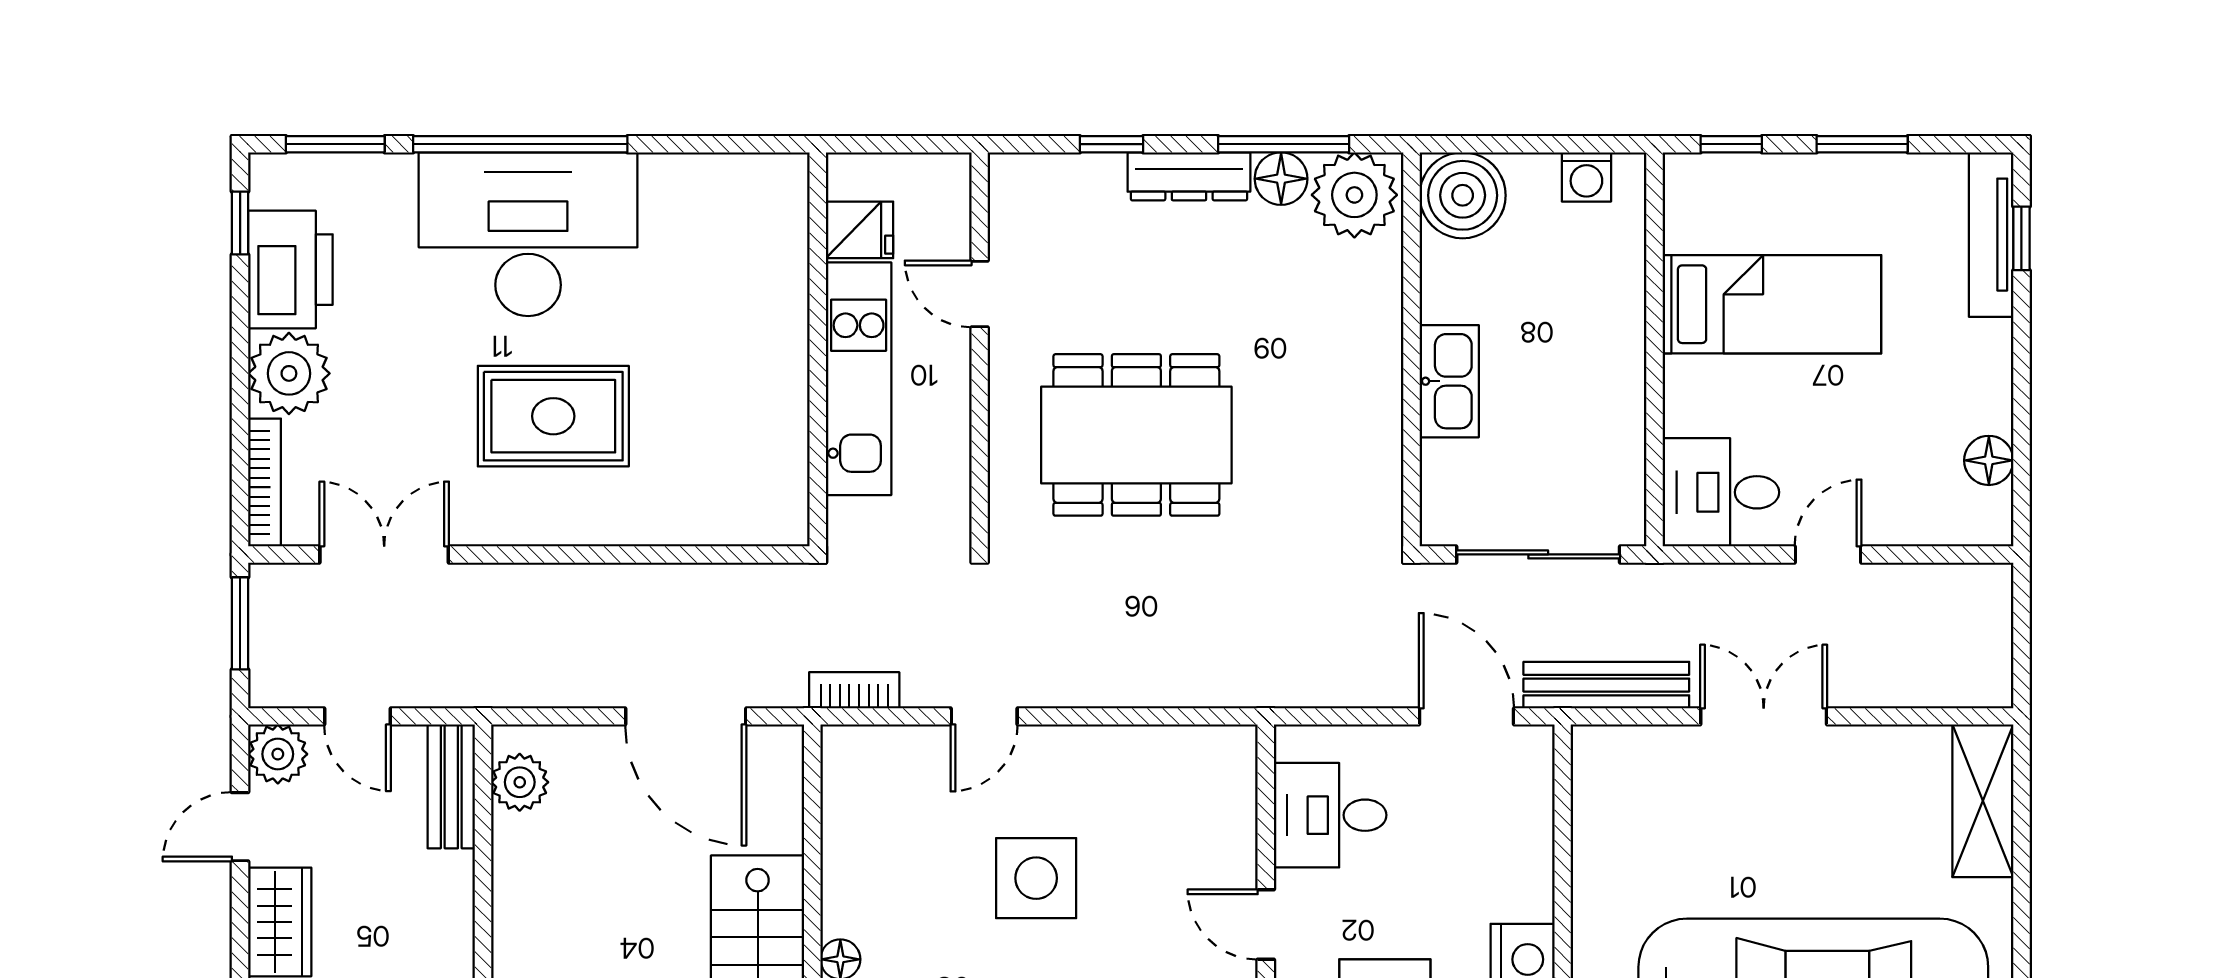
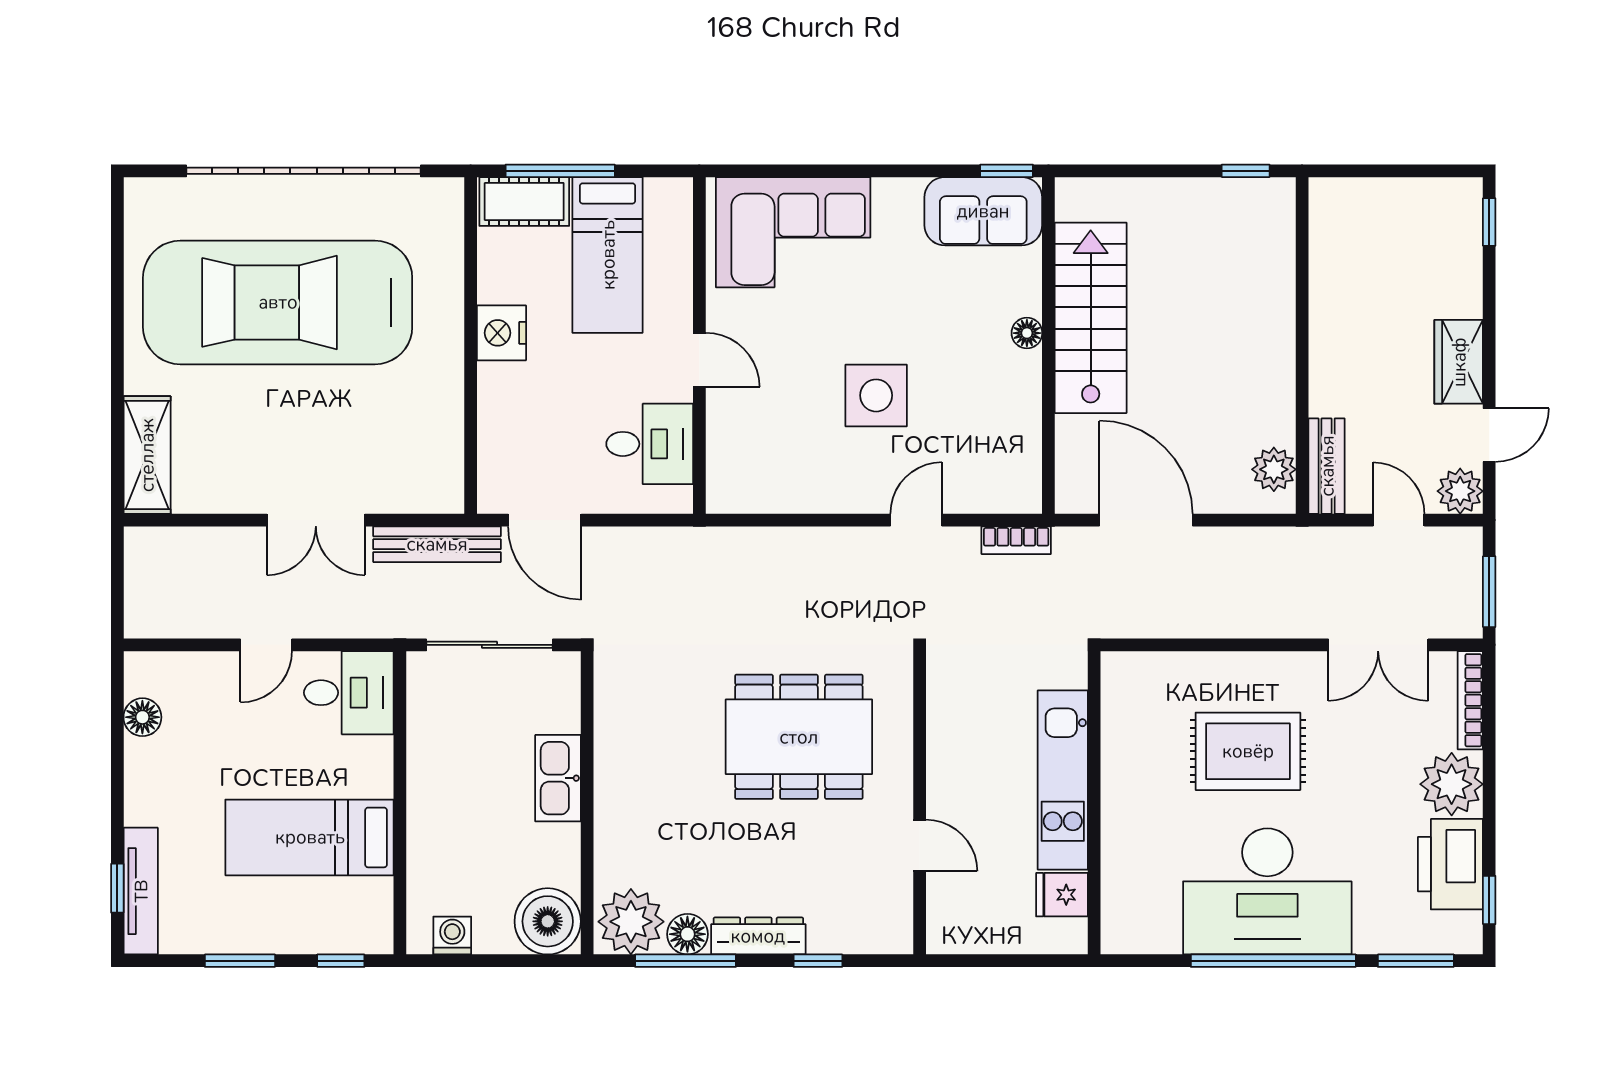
fridge: (860, 230) -> (1062, 895), moved
wall: (818, 349) -> (1094, 803), moved
kitchen unit: (859, 379) -> (1063, 780), moved

